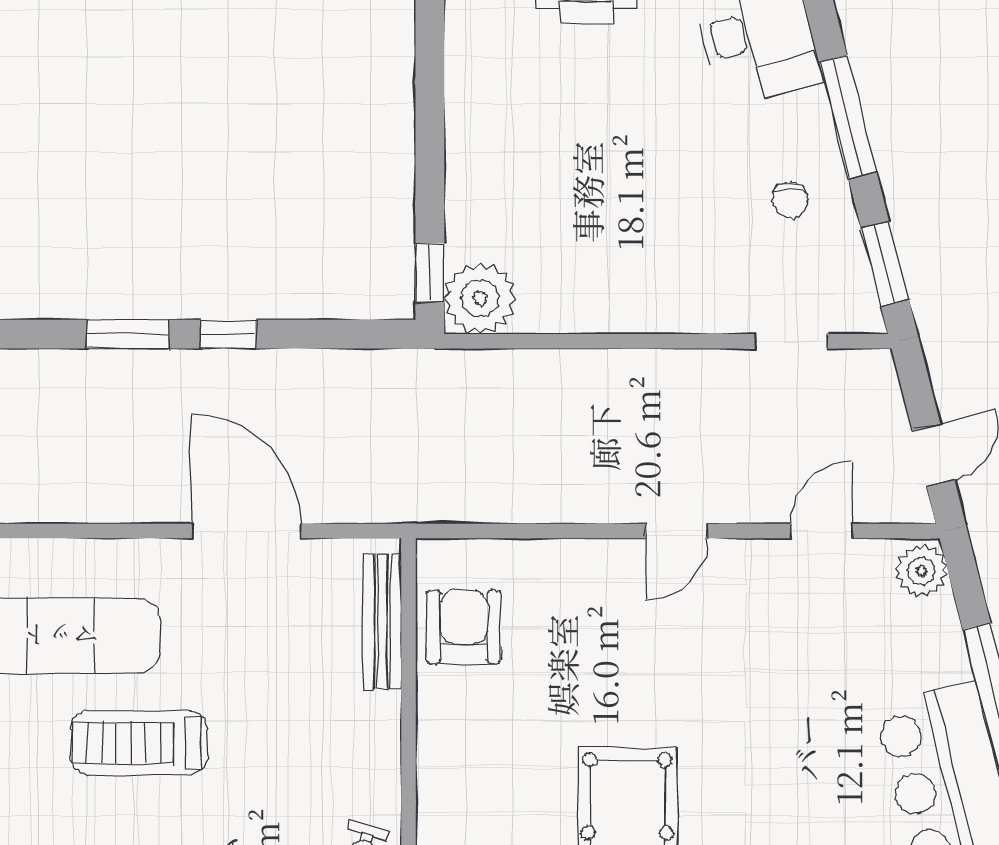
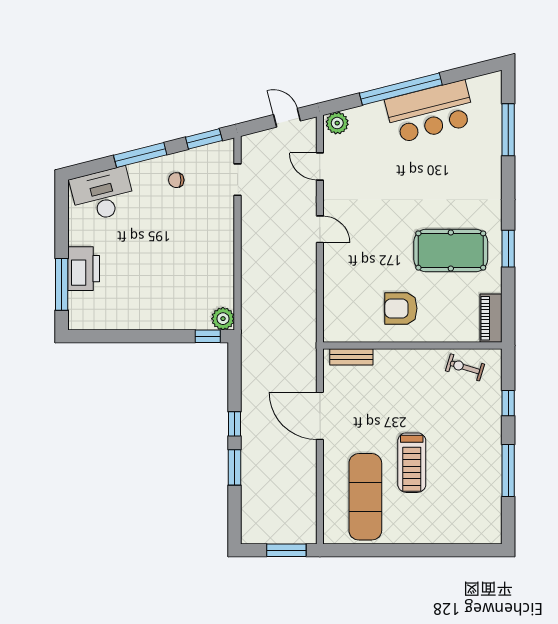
chair: (790, 200) -> (176, 180), turned 180
plant: (480, 298) -> (223, 319), width x0.73, depth x0.73
door: (246, 531) -> (320, 416), hinge flipped
bench: (382, 622) -> (351, 357), width x0.73
armchair: (464, 627) -> (401, 308), moved

